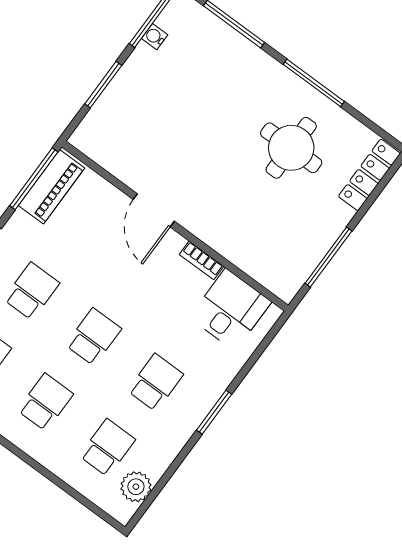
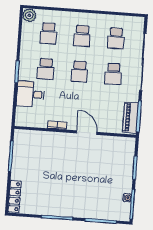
round table: (291, 148) -> (50, 188), removed
desk: (230, 310) -> (30, 94), moved, turned 90
plant: (136, 487) -> (29, 15), moved

